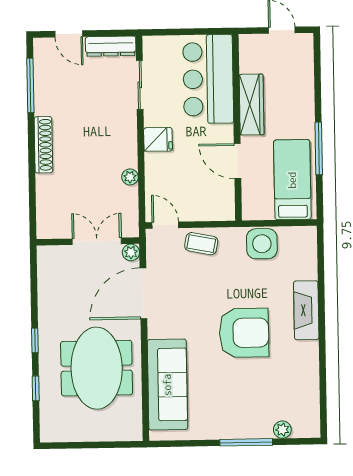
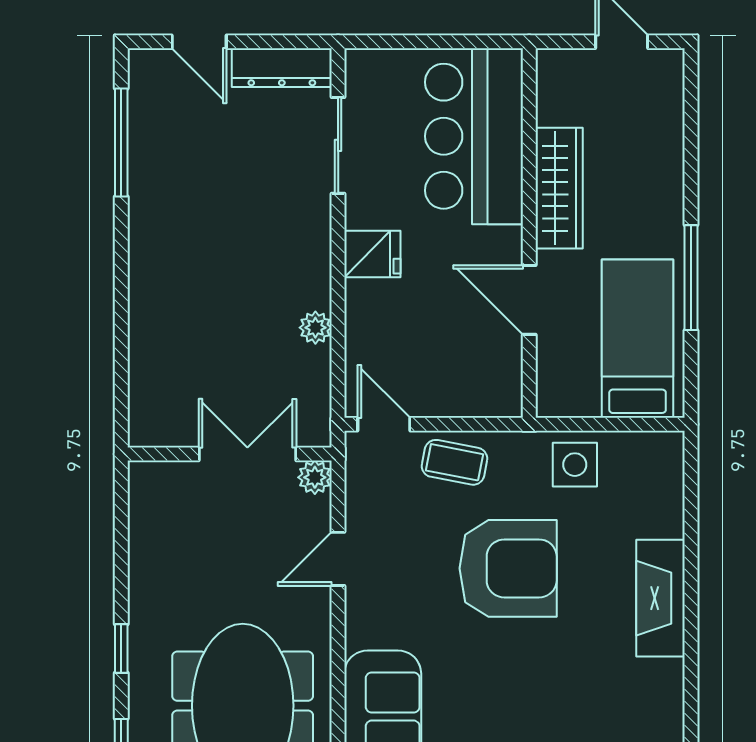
shoe rack: (43, 145) -> (145, 261), removed
side table: (262, 244) -> (575, 465), width x0.73, depth x0.73
door: (143, 293) -> (338, 559), width x0.53
armchair: (244, 333) -> (508, 568), moved

